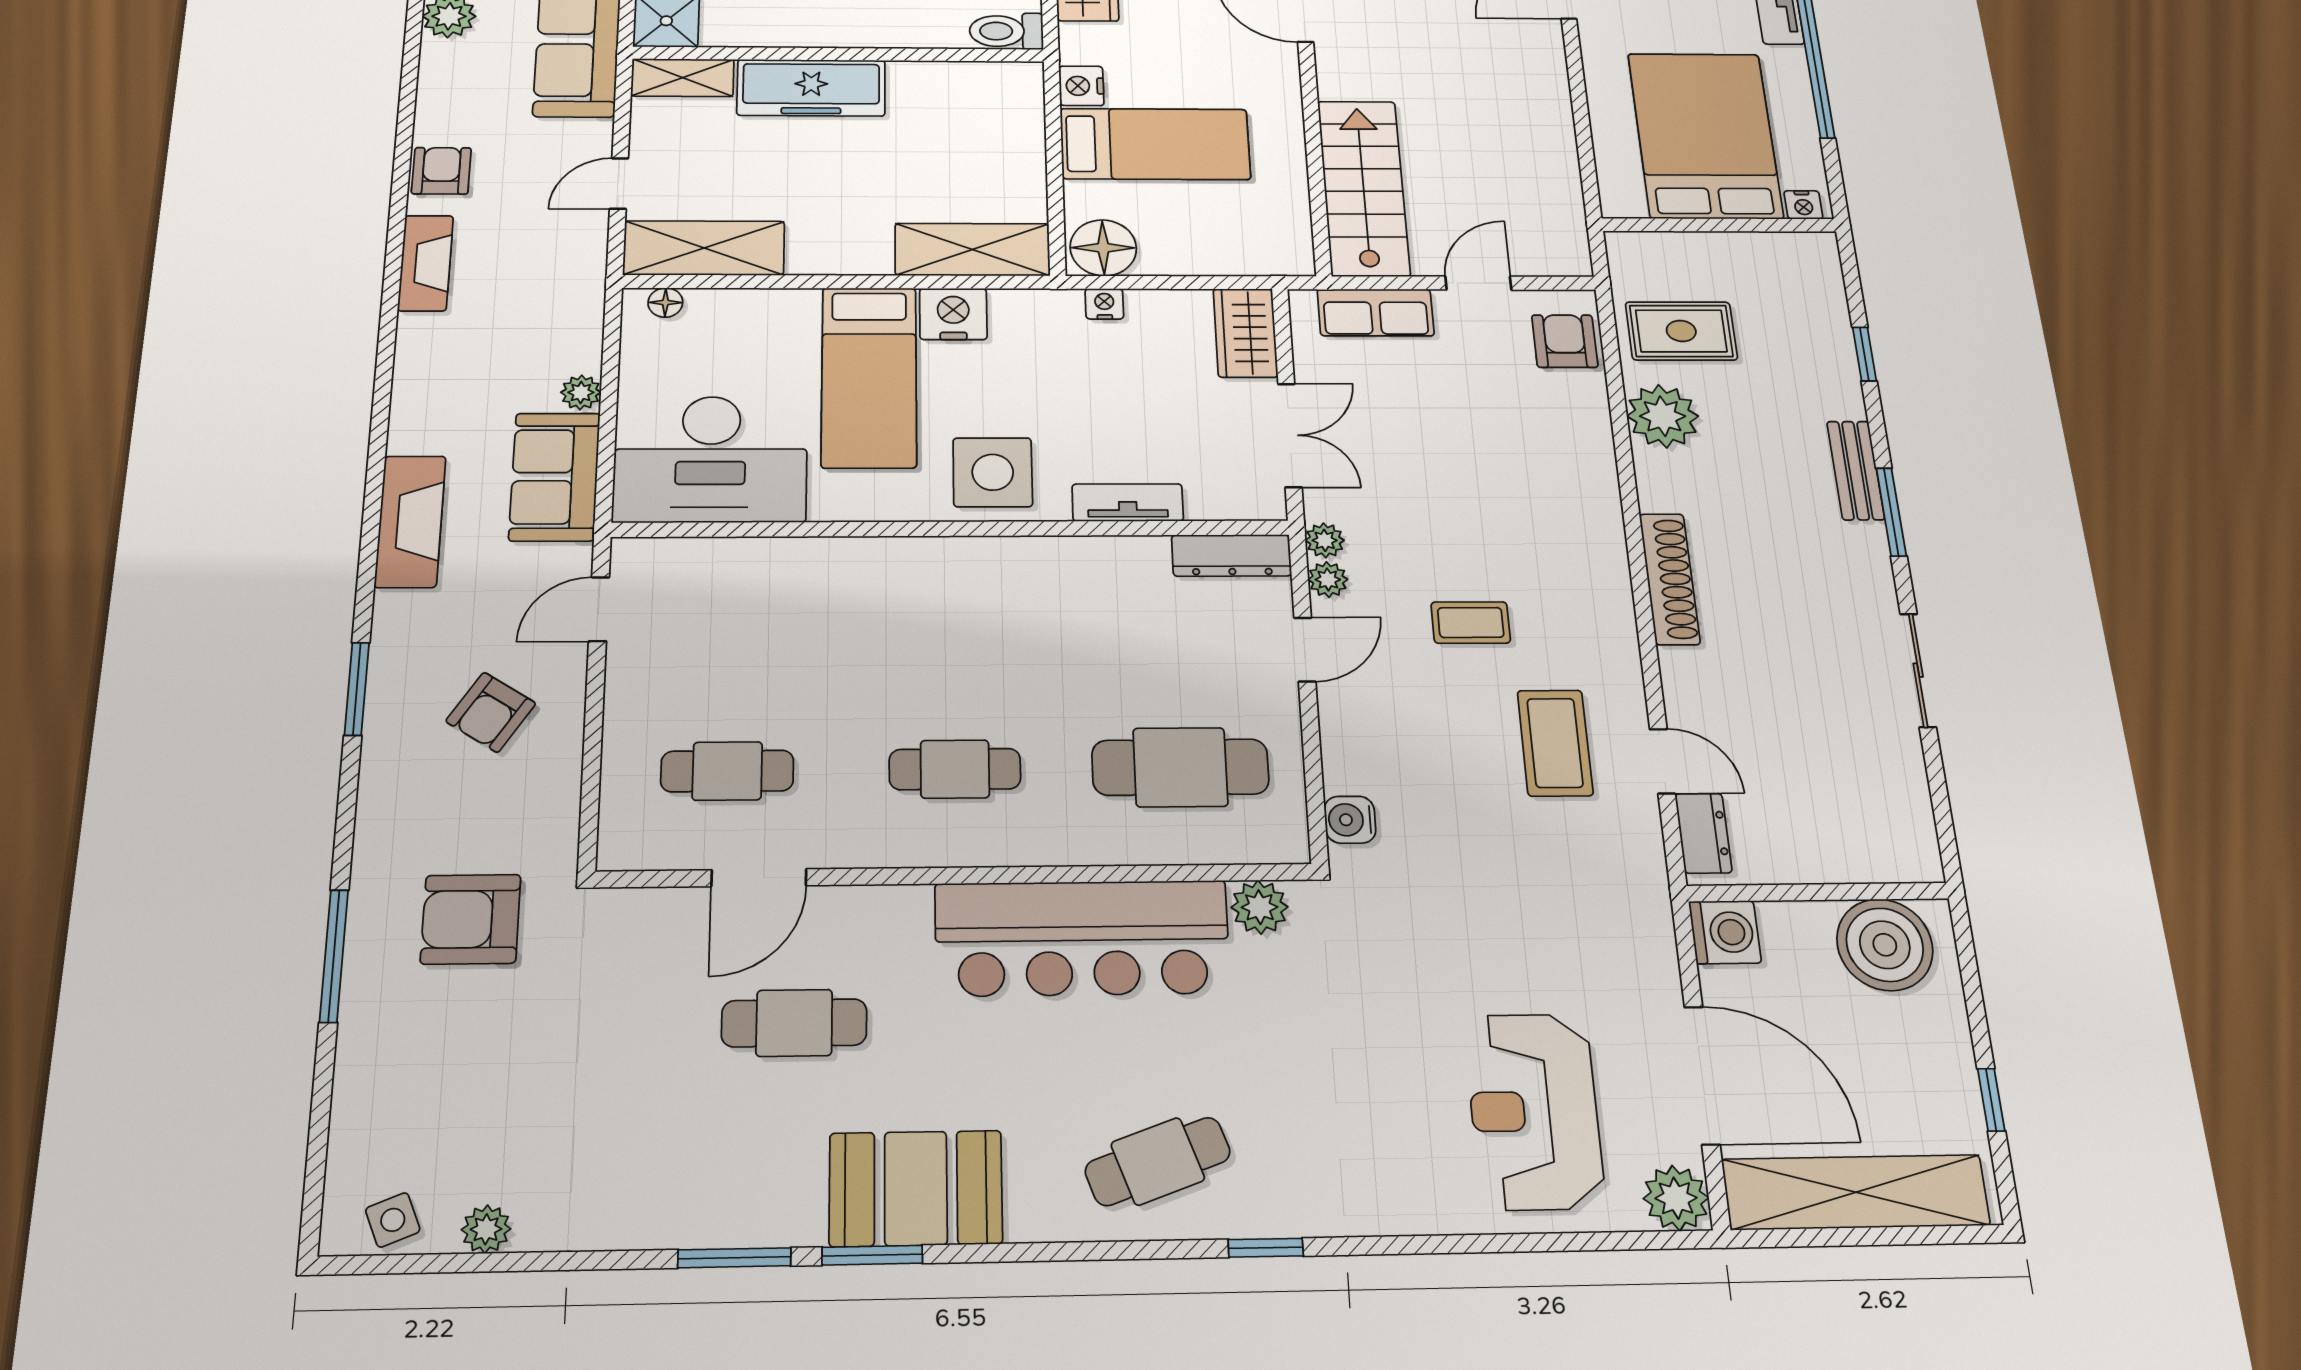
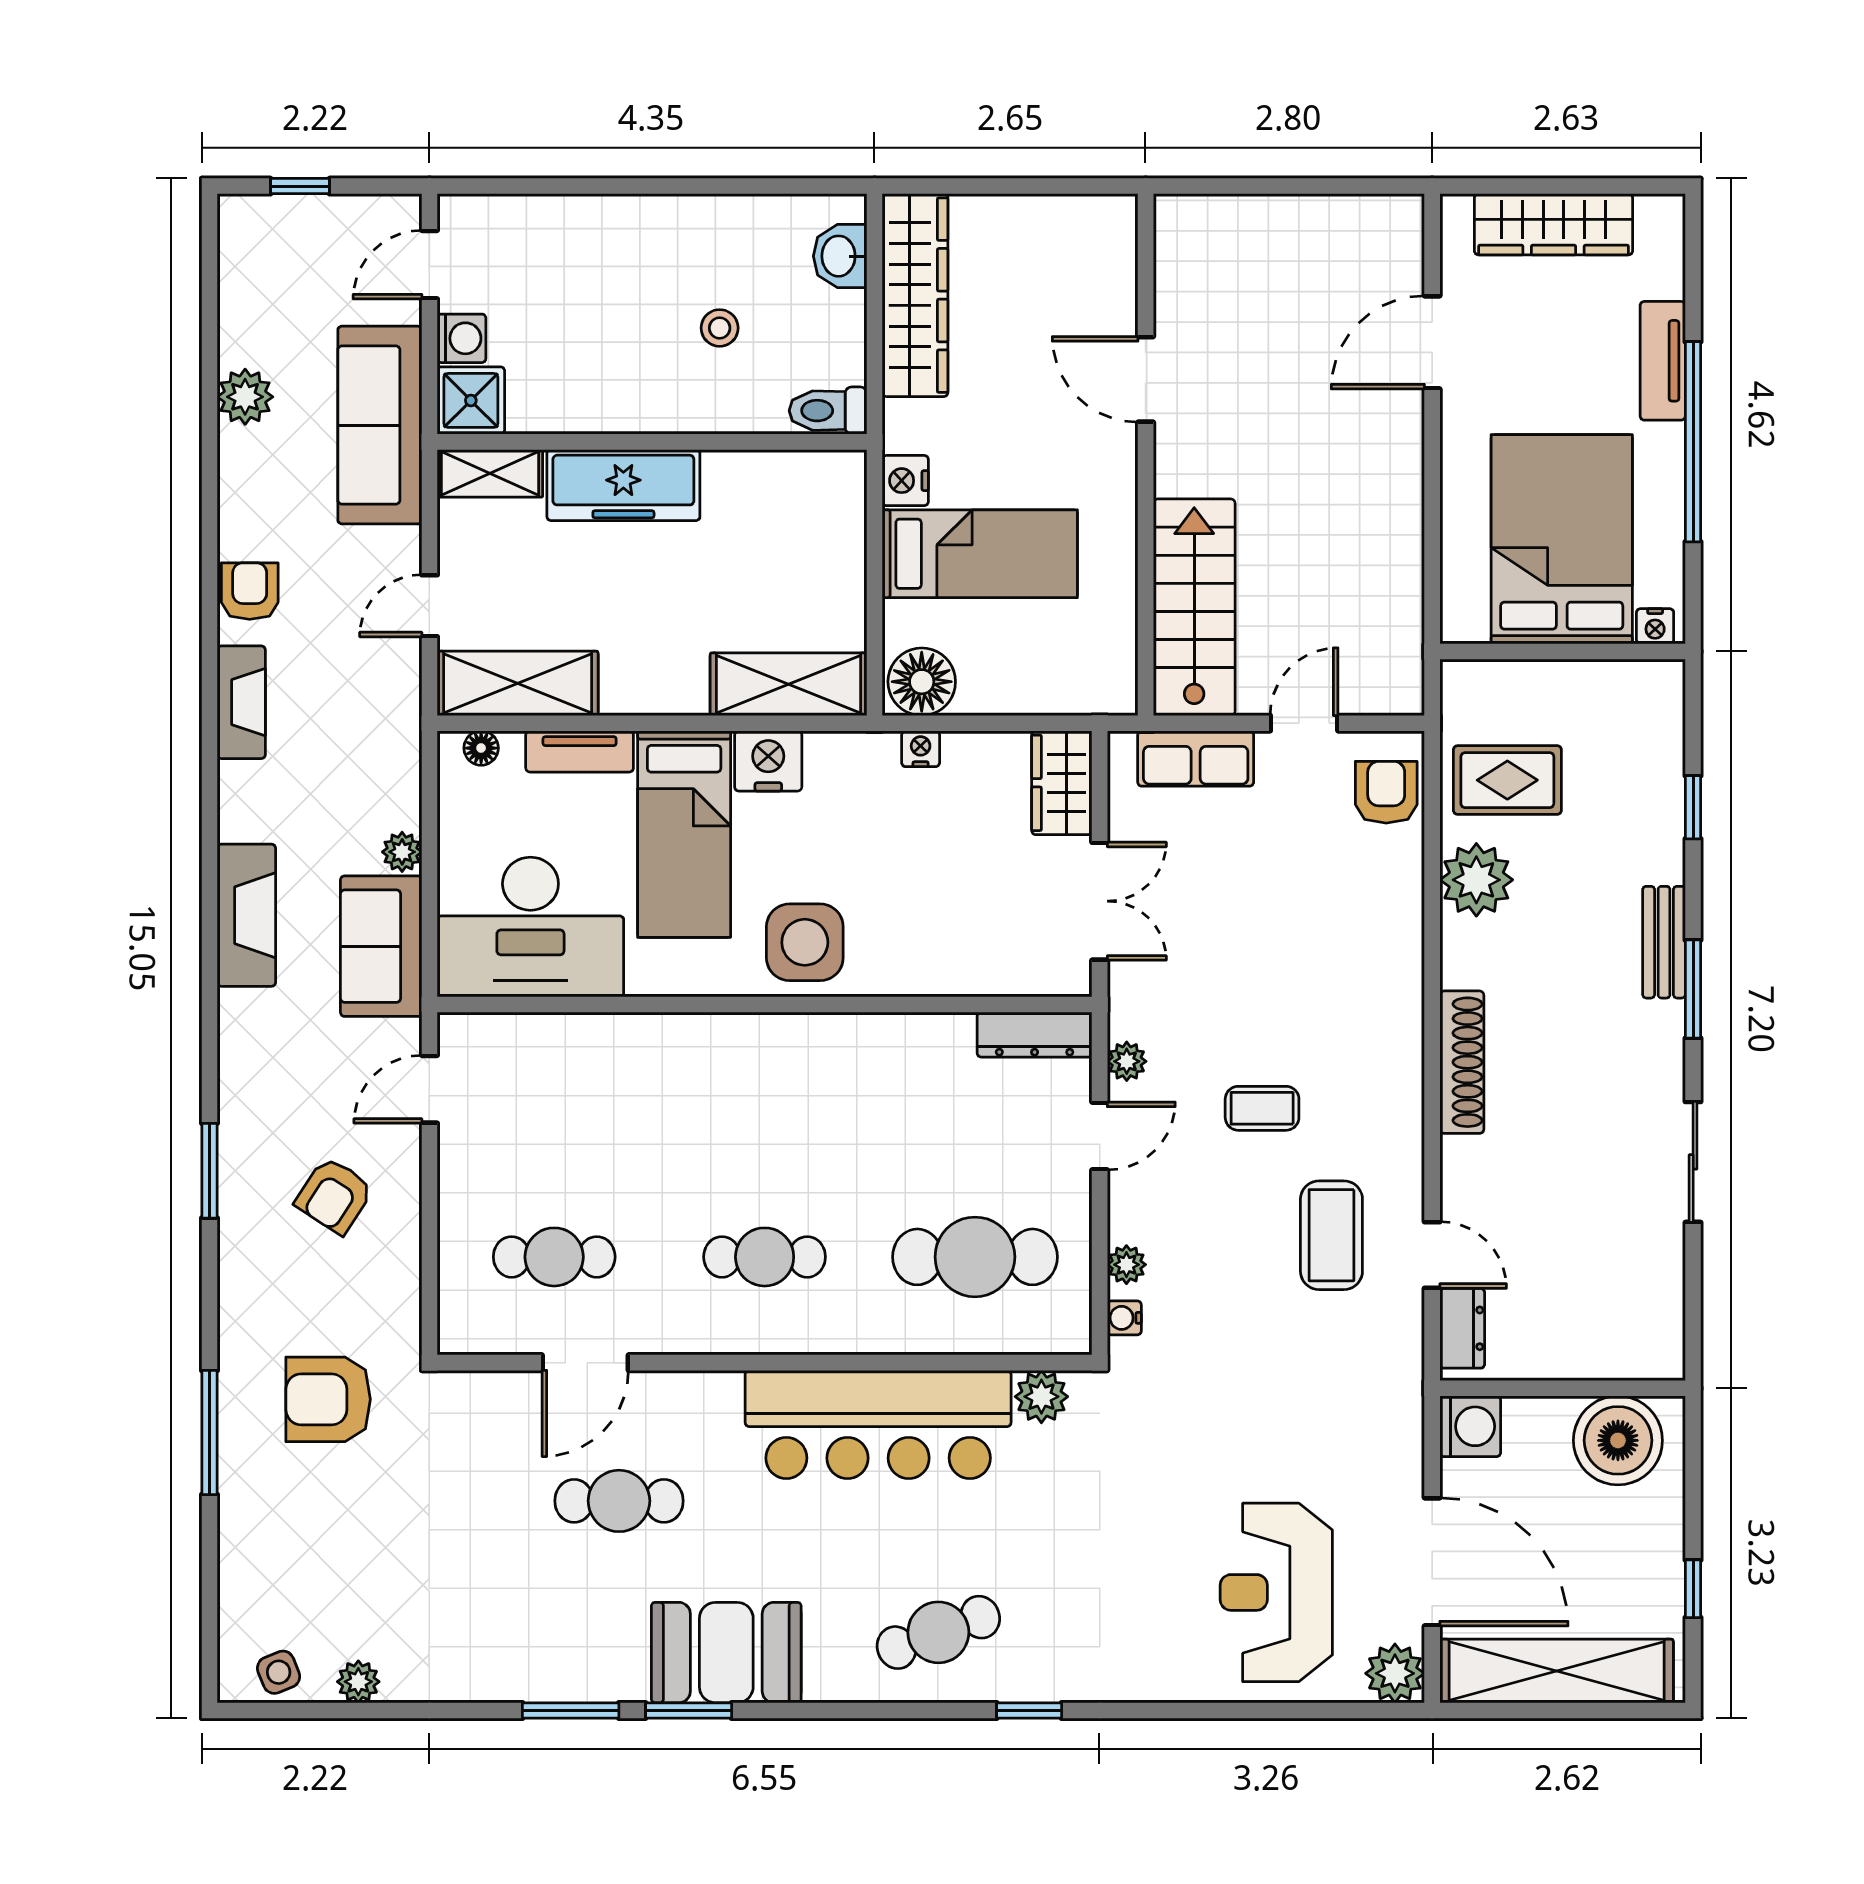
tv unit: (1128, 503) -> (580, 751), moved, turned 180
fireplace: (410, 521) -> (246, 915), moved
plant: (1325, 540) -> (1126, 1265), moved
water cooler: (1350, 820) -> (1124, 1318), width x0.72, depth x0.72

